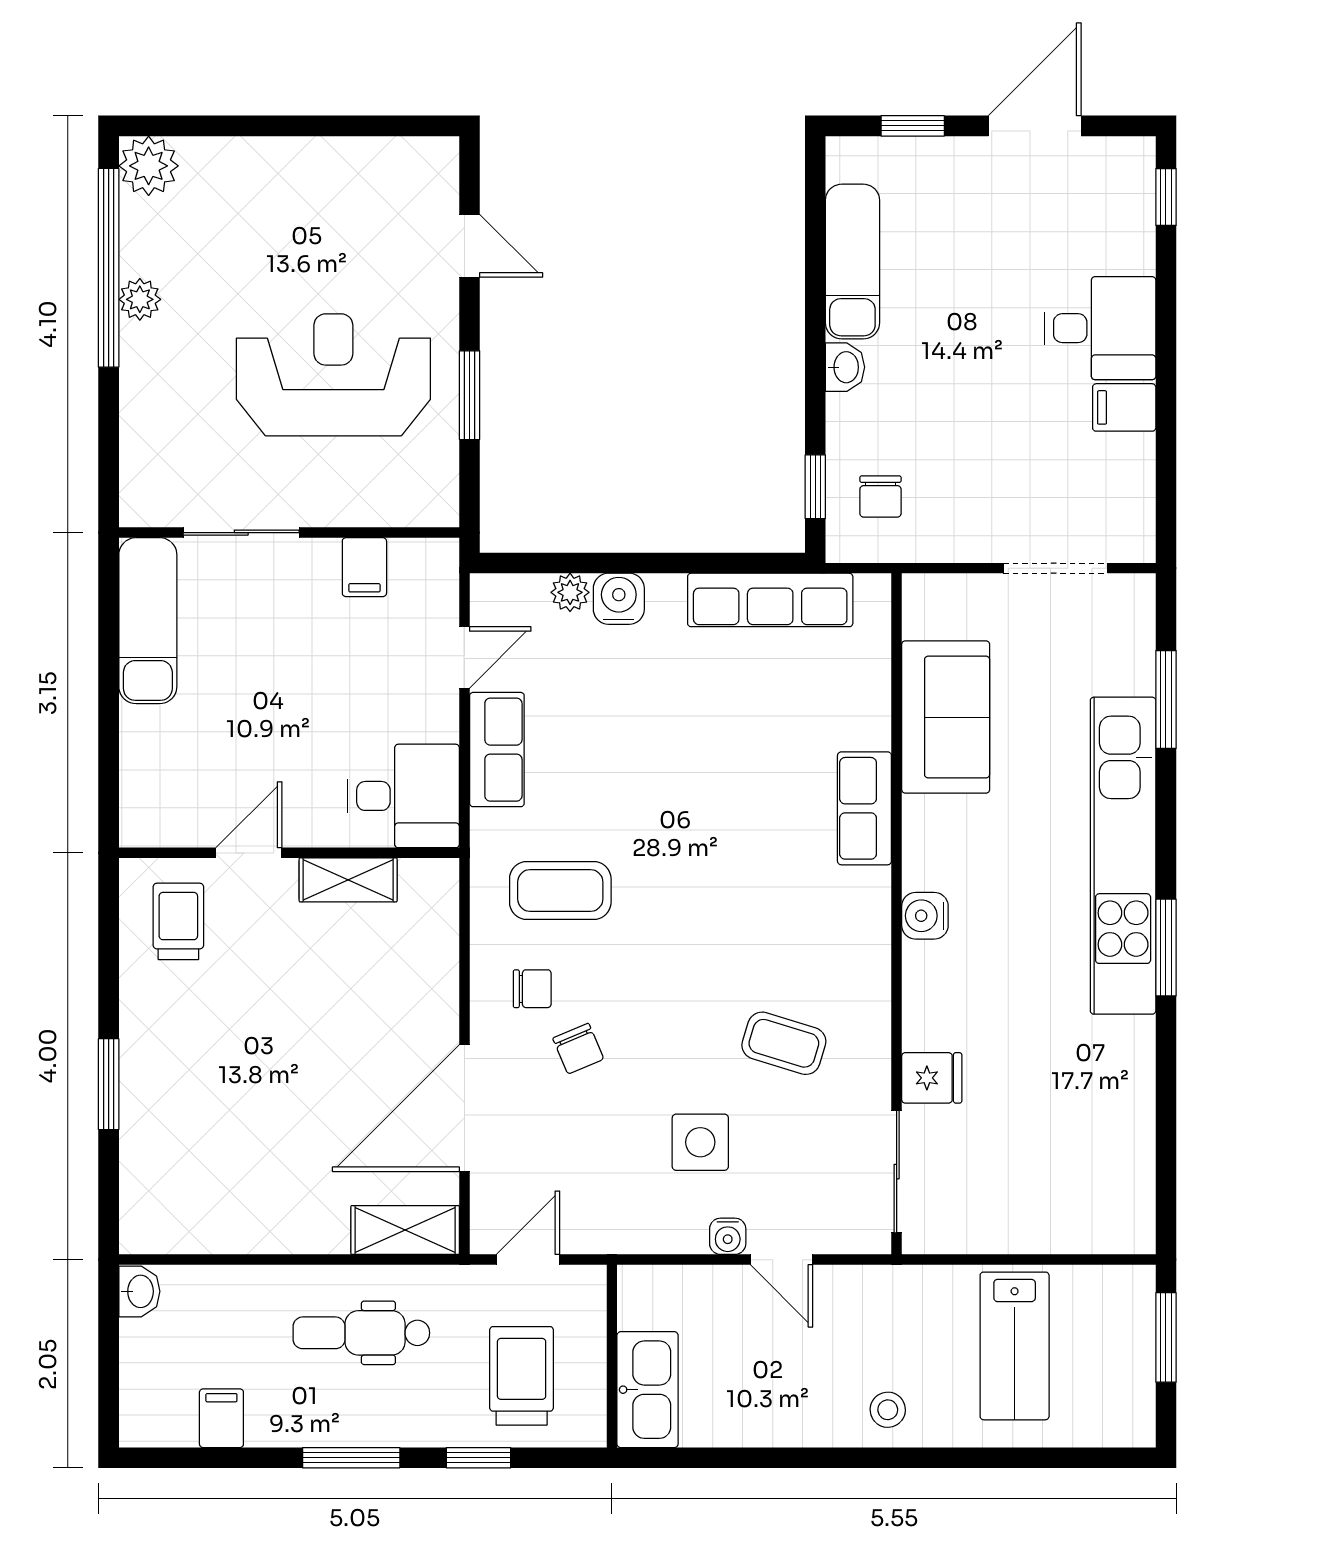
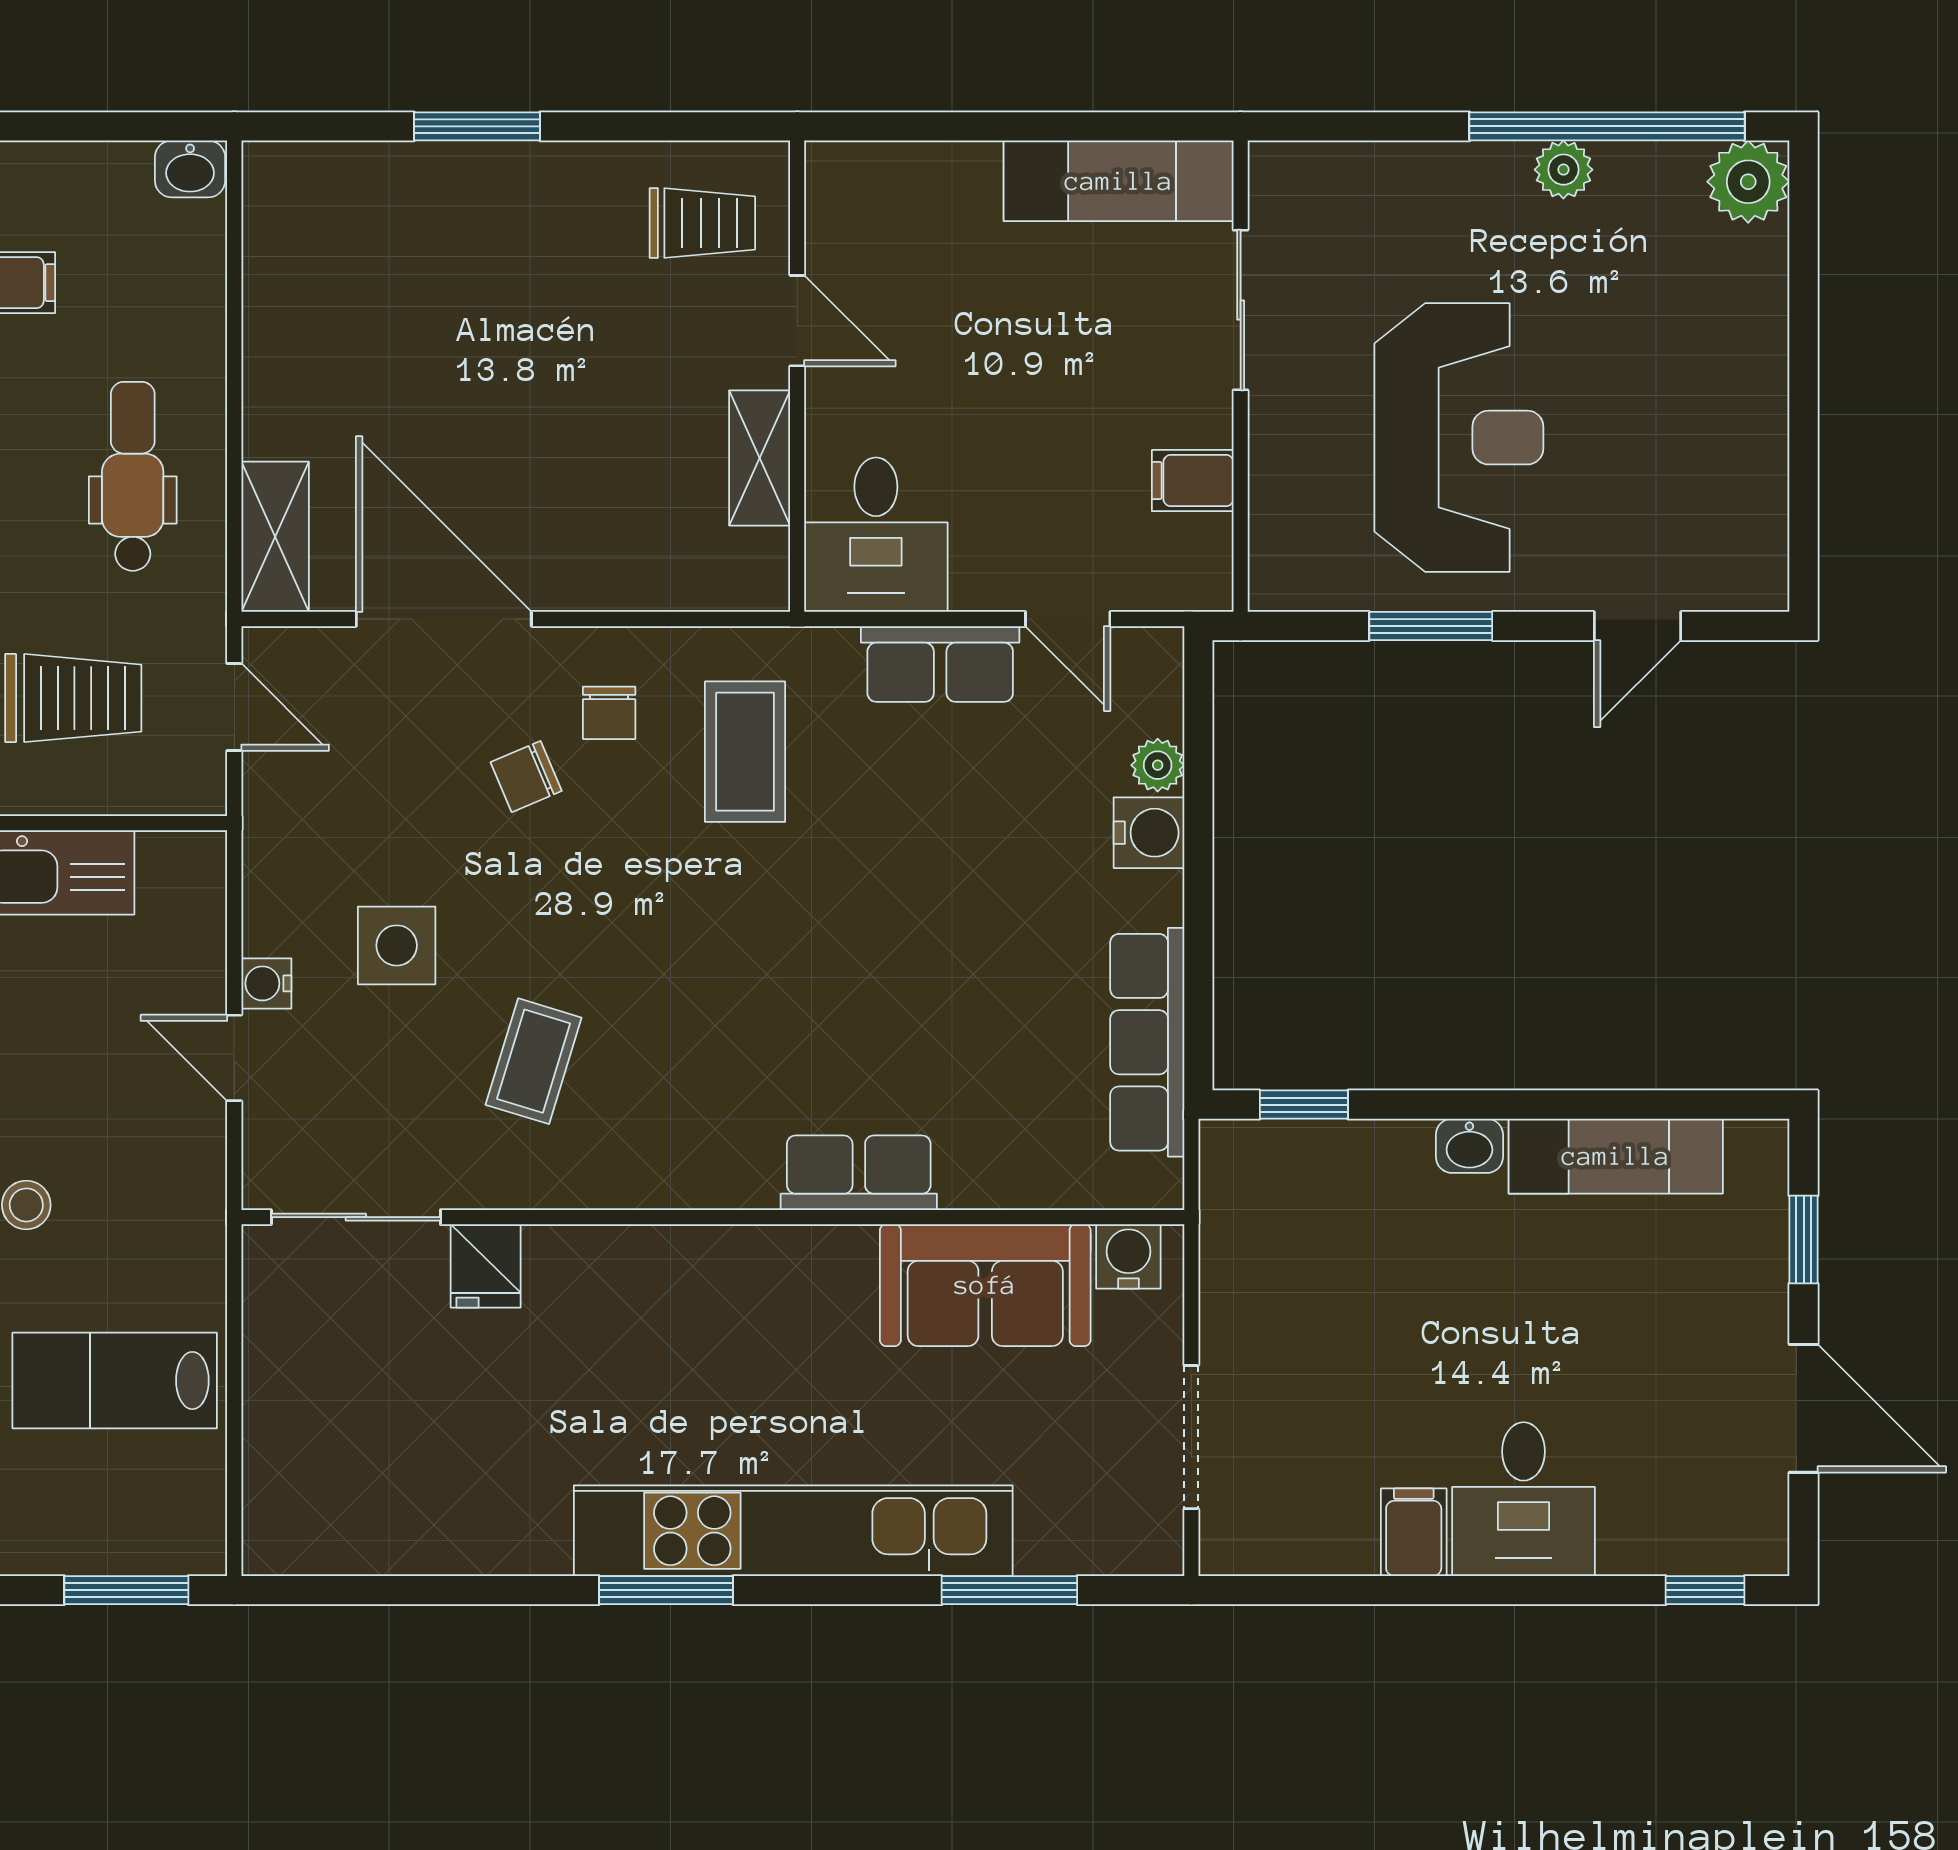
chair: (880, 496) -> (1291, 1195), removed
water cooler: (925, 916) -> (1128, 1256), moved
door: (781, 1260) -> (234, 1058), hinge flipped

